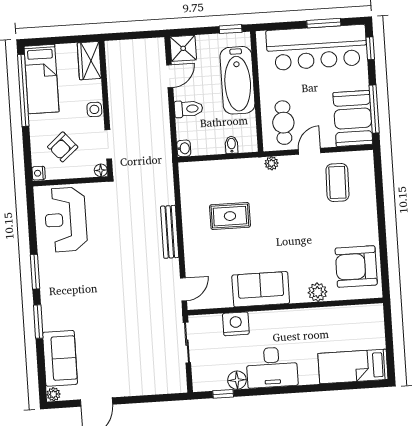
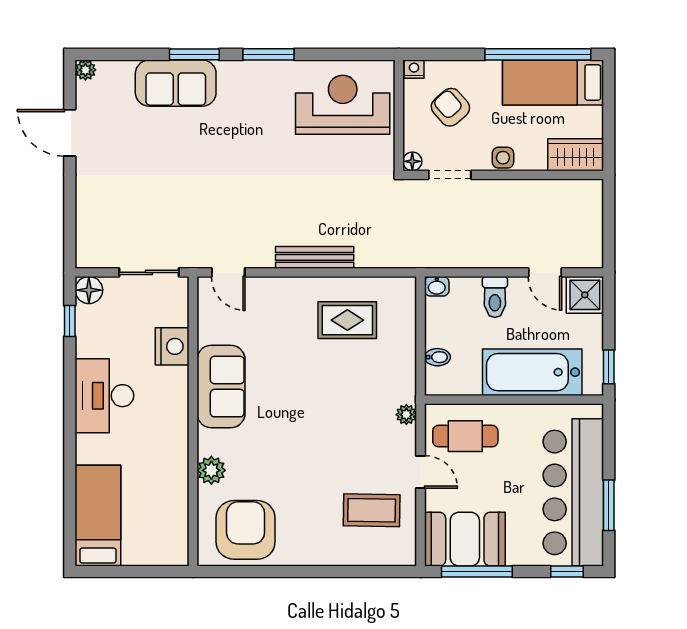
rug: (230, 216) -> (347, 320), moved, turned 90
sofa: (60, 358) -> (176, 83), moved
floor lamp: (237, 380) -> (89, 290), moved

